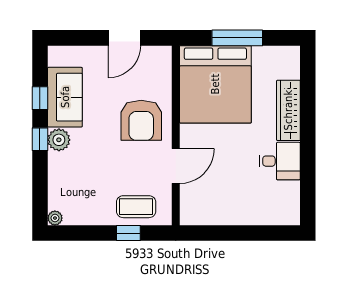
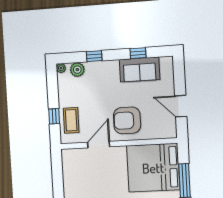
window: (40, 139) -> (94, 56), moved
plant: (59, 140) -> (77, 70), moved
door: (176, 166) -> (99, 145), swing flipped

